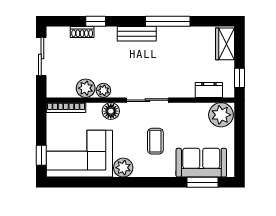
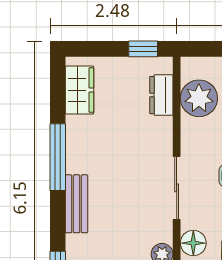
wardrobe: (225, 44) -> (79, 90), moved, turned -90
plant: (221, 115) -> (199, 98), moved

